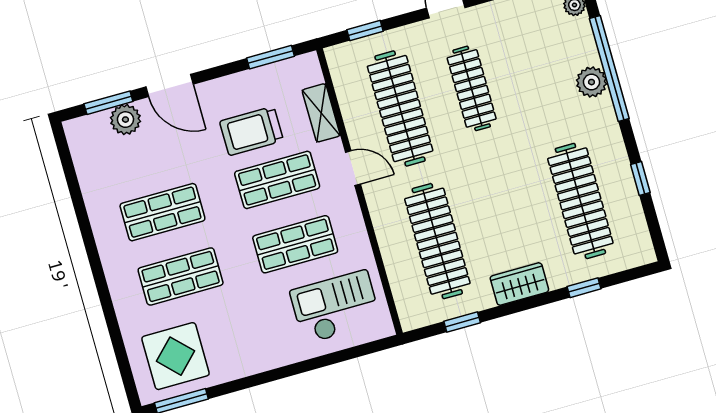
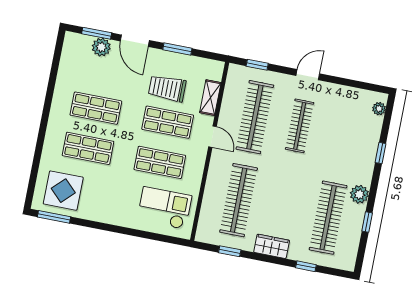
window: (271, 57) -> (177, 49), moved
window: (609, 68) -> (381, 153), width x0.32
plant: (591, 82) -> (359, 194), moved

